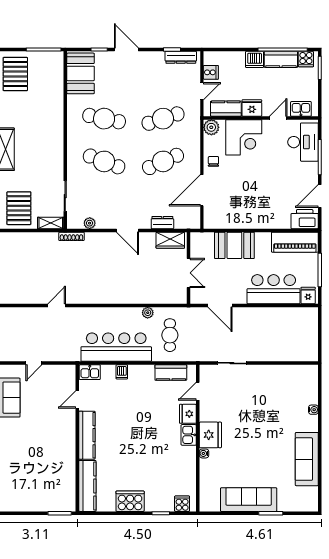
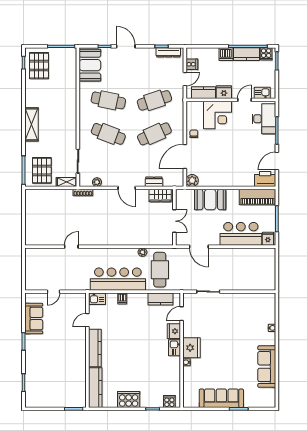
plant: (211, 127) -> (192, 181), moved
cafe table: (170, 335) -> (160, 270), width x1.37, depth x1.35

